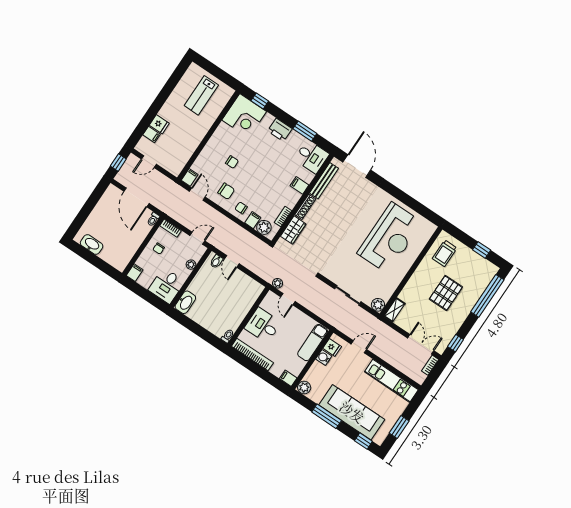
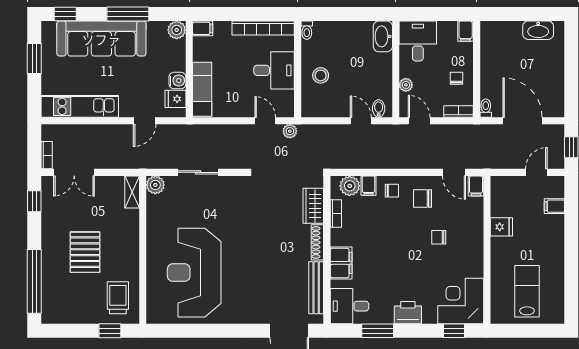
fridge: (159, 124) -> (501, 227), moved, turned 180
filing cabinet: (299, 185) -> (341, 263), width x2.00
door: (197, 238) -> (419, 121), swing flipped
window: (482, 250) -> (110, 331), moved
stool: (237, 304) -> (321, 75), added

